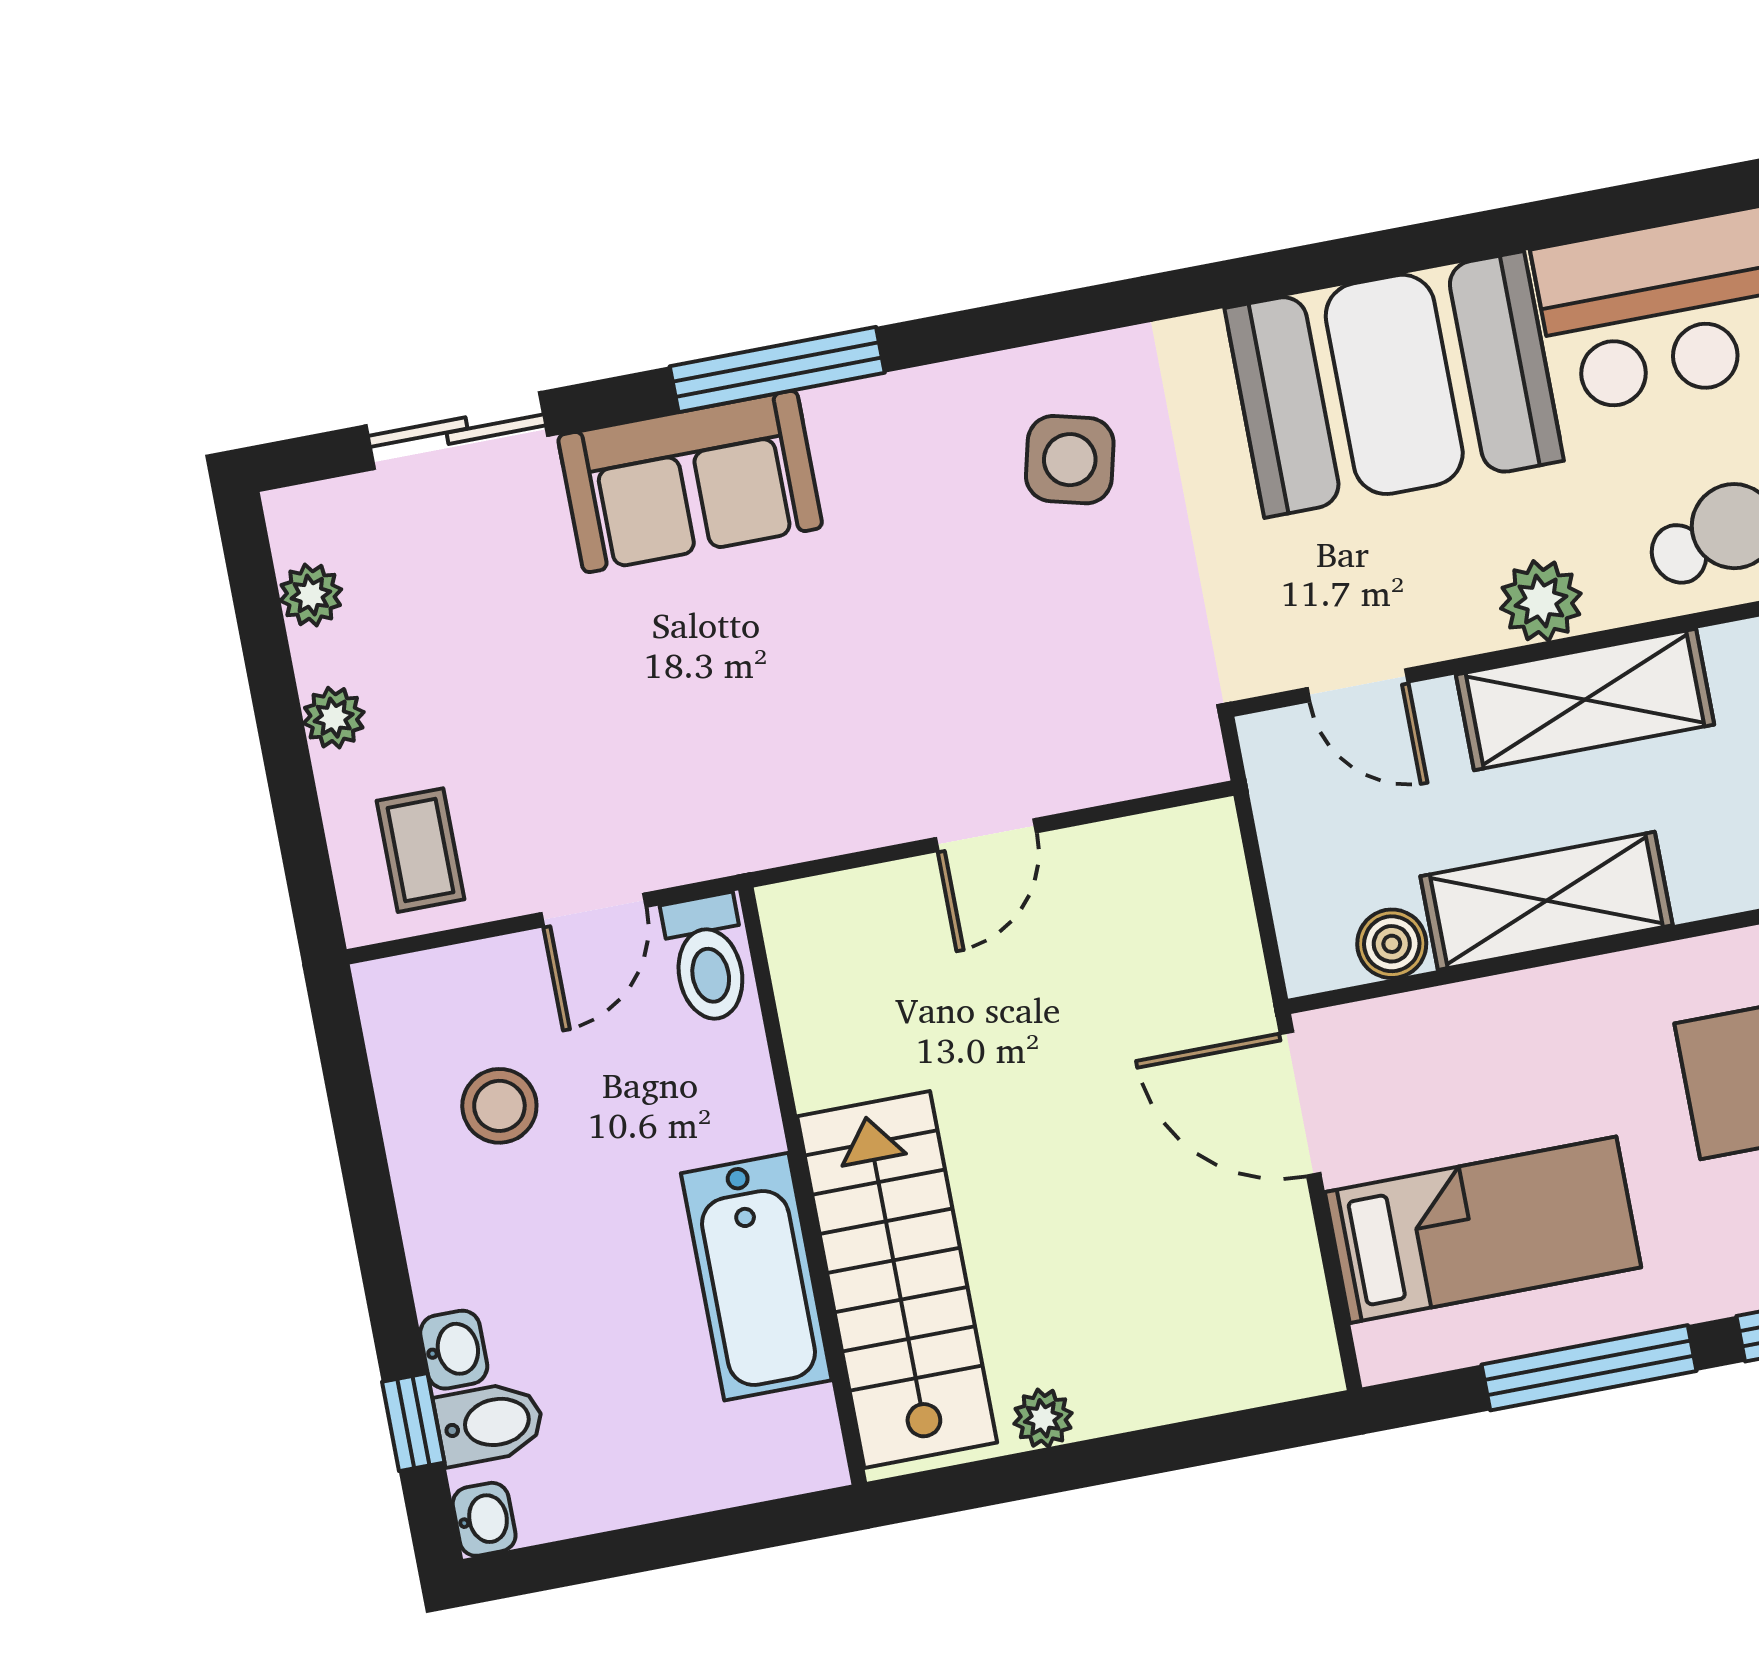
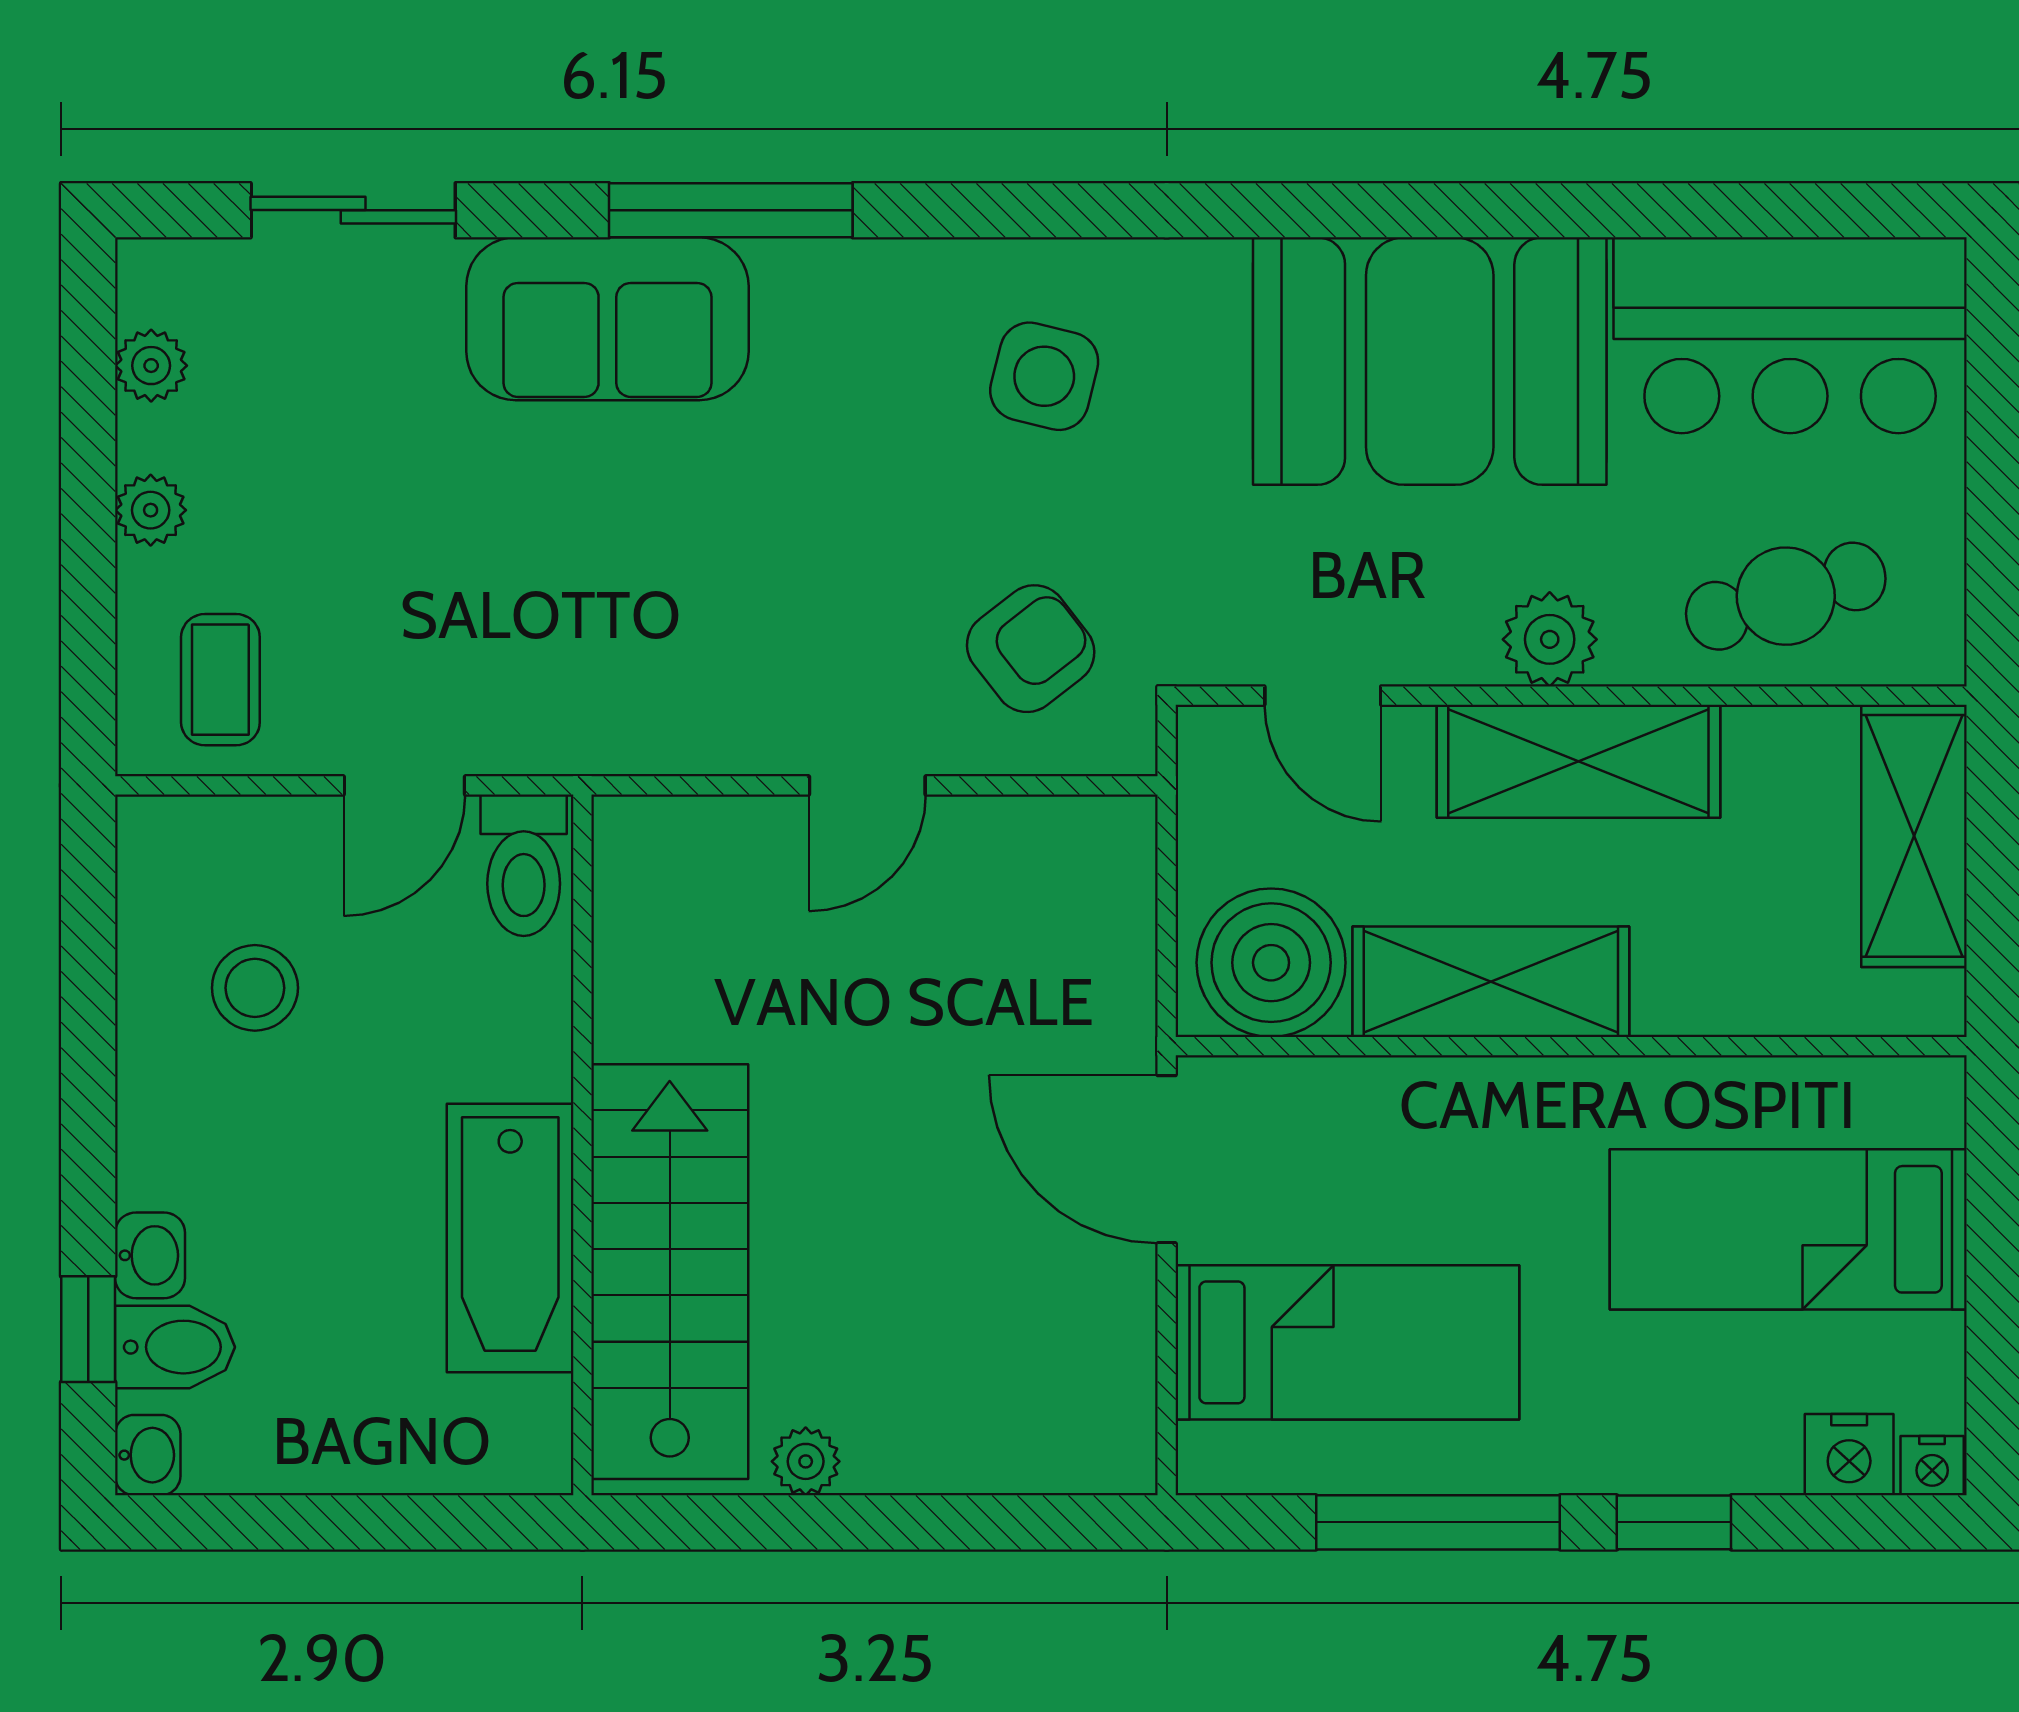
armchair: (1102, 693) -> (1031, 649), added
boiler: (1392, 944) -> (1271, 963), width x1.86, depth x1.86

